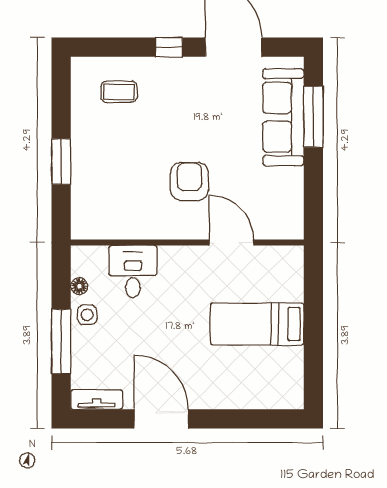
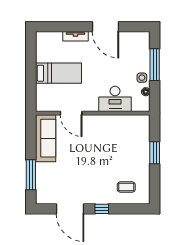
sofa: (283, 117) -> (46, 138), moved
armchair: (189, 181) -> (92, 143), removed
desk: (133, 271) -> (115, 99), width x1.37
tv unit: (97, 399) -> (76, 36), moved

